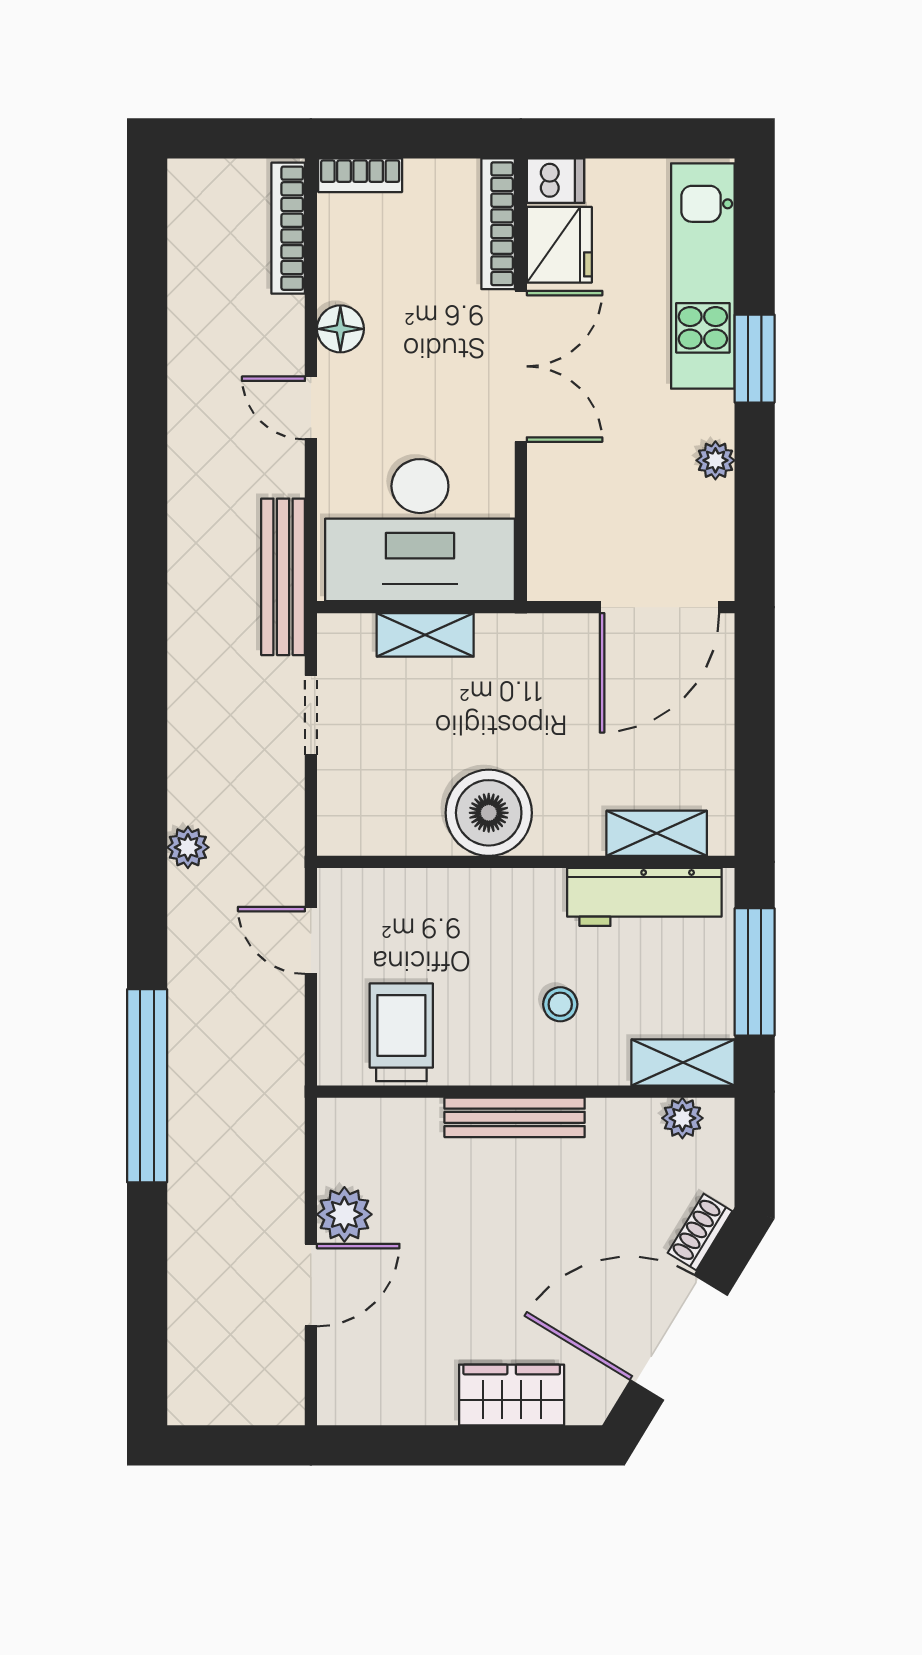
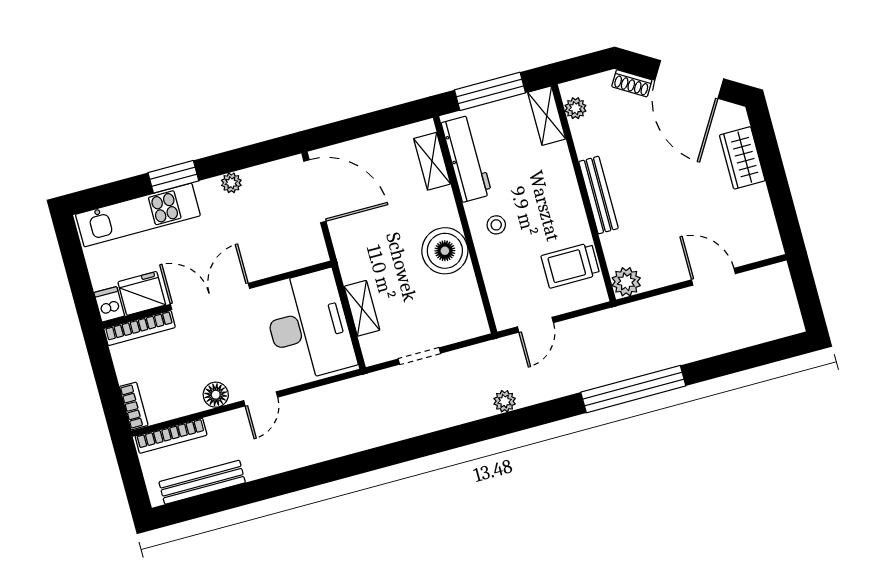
bench: (283, 577) -> (202, 482), moved
stool: (560, 1004) -> (496, 225), moved
plant: (344, 1214) -> (626, 282), moved

